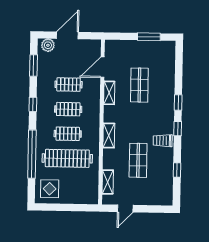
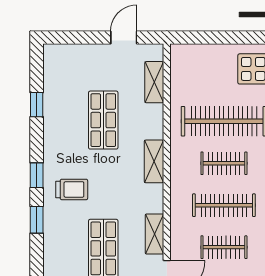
clothes rail: (68, 109) -> (224, 205), width x1.36
trolley: (163, 141) -> (72, 189), moved

